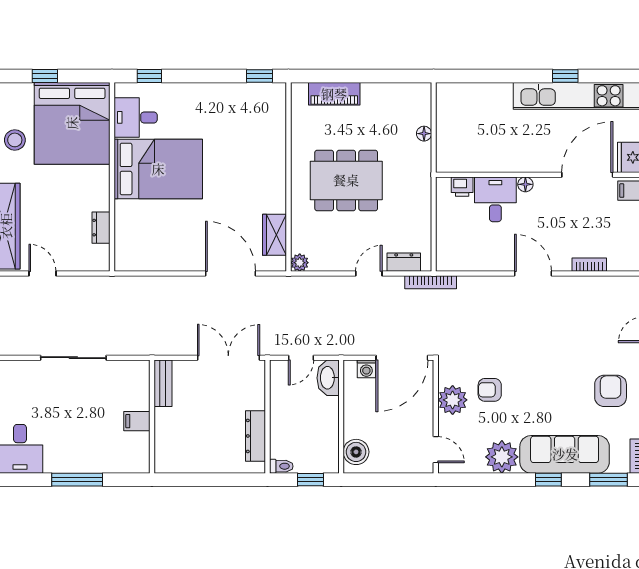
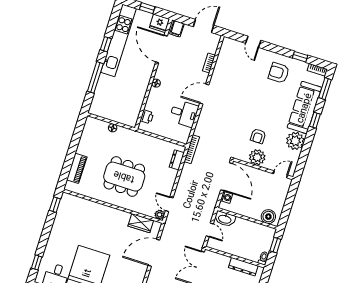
window: (502, 76) -> (95, 77), added
dining table: (346, 180) -> (124, 177), turned 90
desk: (495, 199) -> (184, 113), moved, turned 180
door: (369, 274) -> (169, 204), moved

